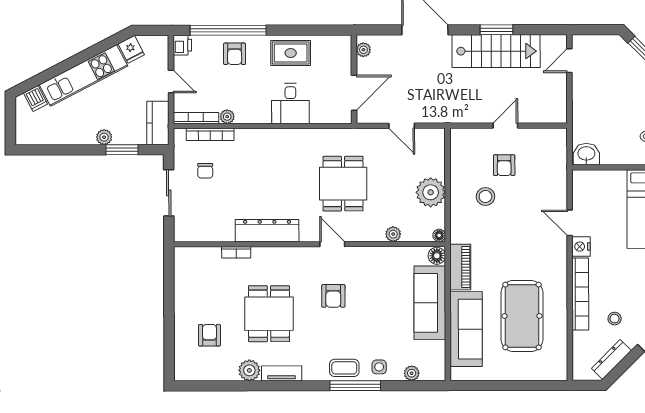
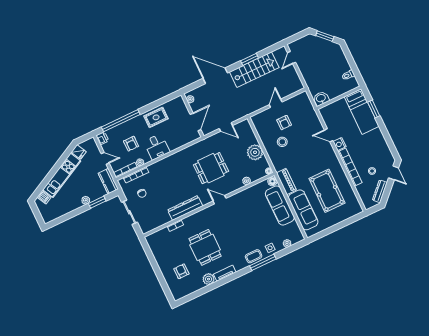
armchair: (235, 54) -> (131, 144), moved
desk: (290, 104) -> (157, 147), moved
dining table: (343, 184) -> (211, 168), turned 90
armchair: (333, 296) -> (232, 224), removed

